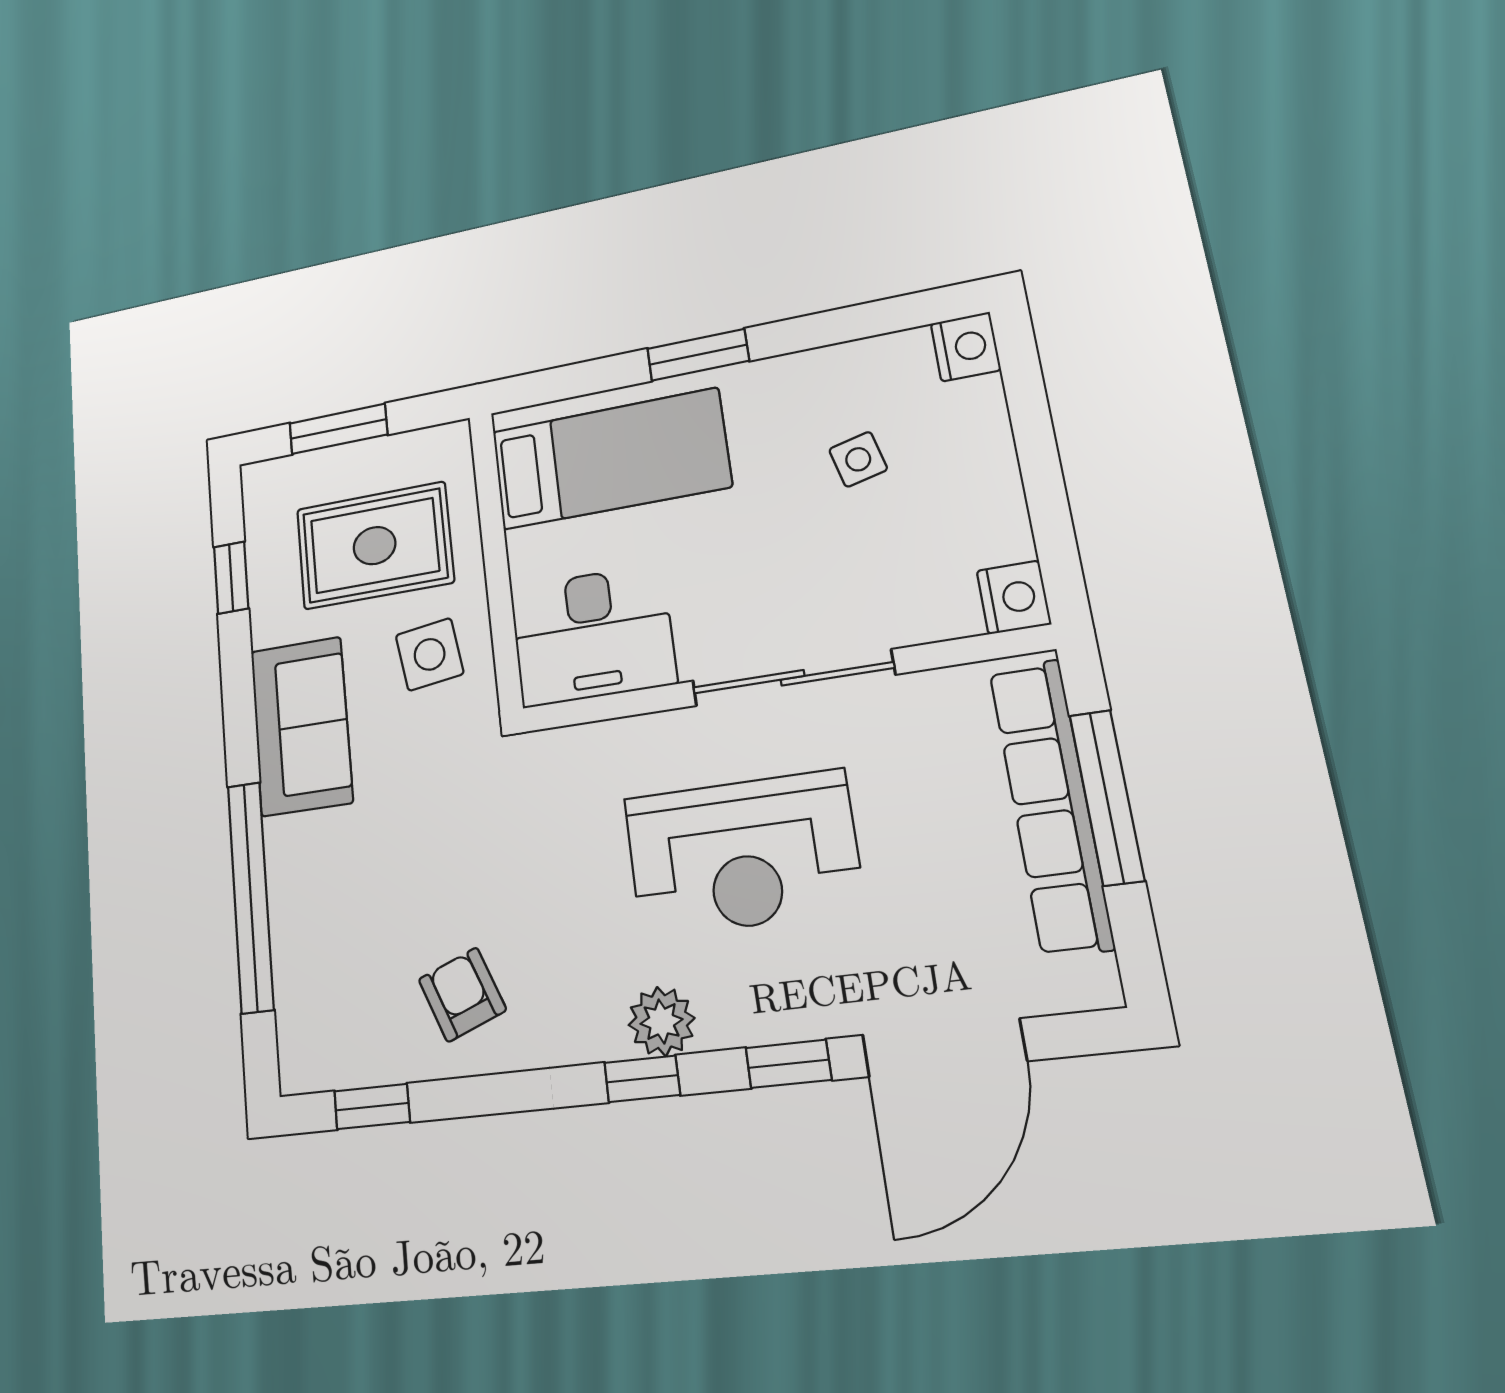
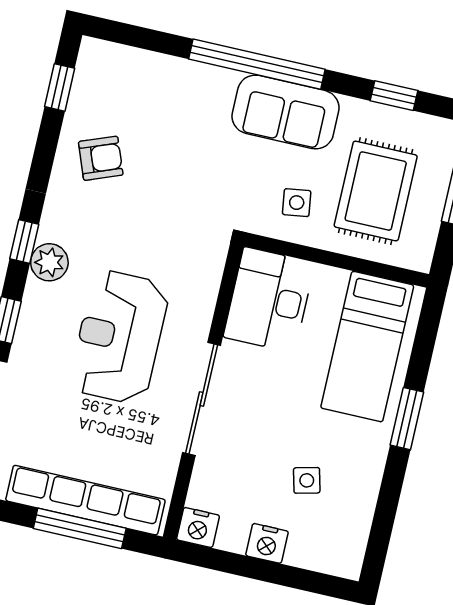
nightstand: (966, 347) -> (267, 543), moved
side table: (430, 654) -> (297, 203), width x0.73, depth x0.73
window: (251, 896) -> (257, 64), moved

